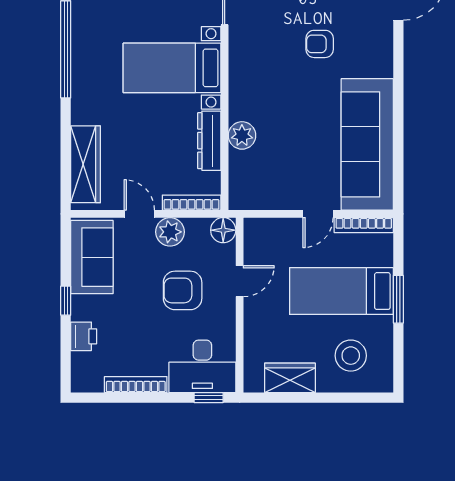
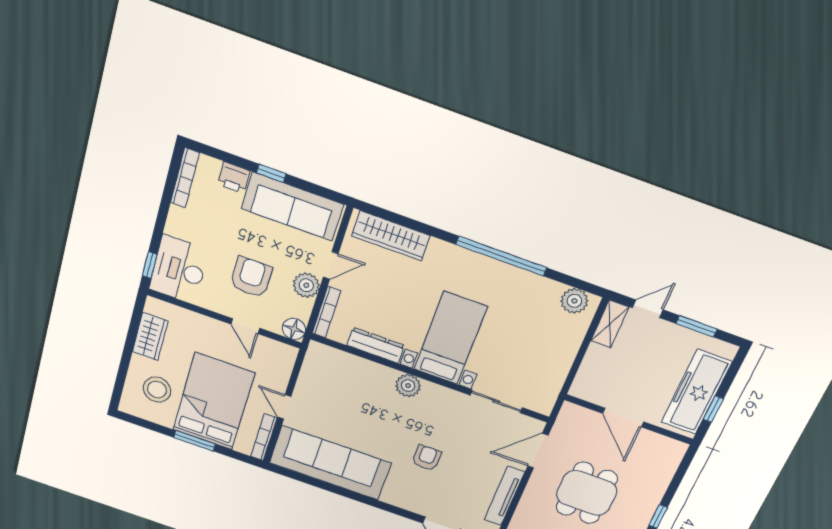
plant: (242, 135) -> (408, 386), moved
sofa: (92, 257) -> (292, 207), width x1.36
bed: (341, 291) -> (214, 402), width x1.50
bookcase: (136, 385) -> (185, 178), moved

